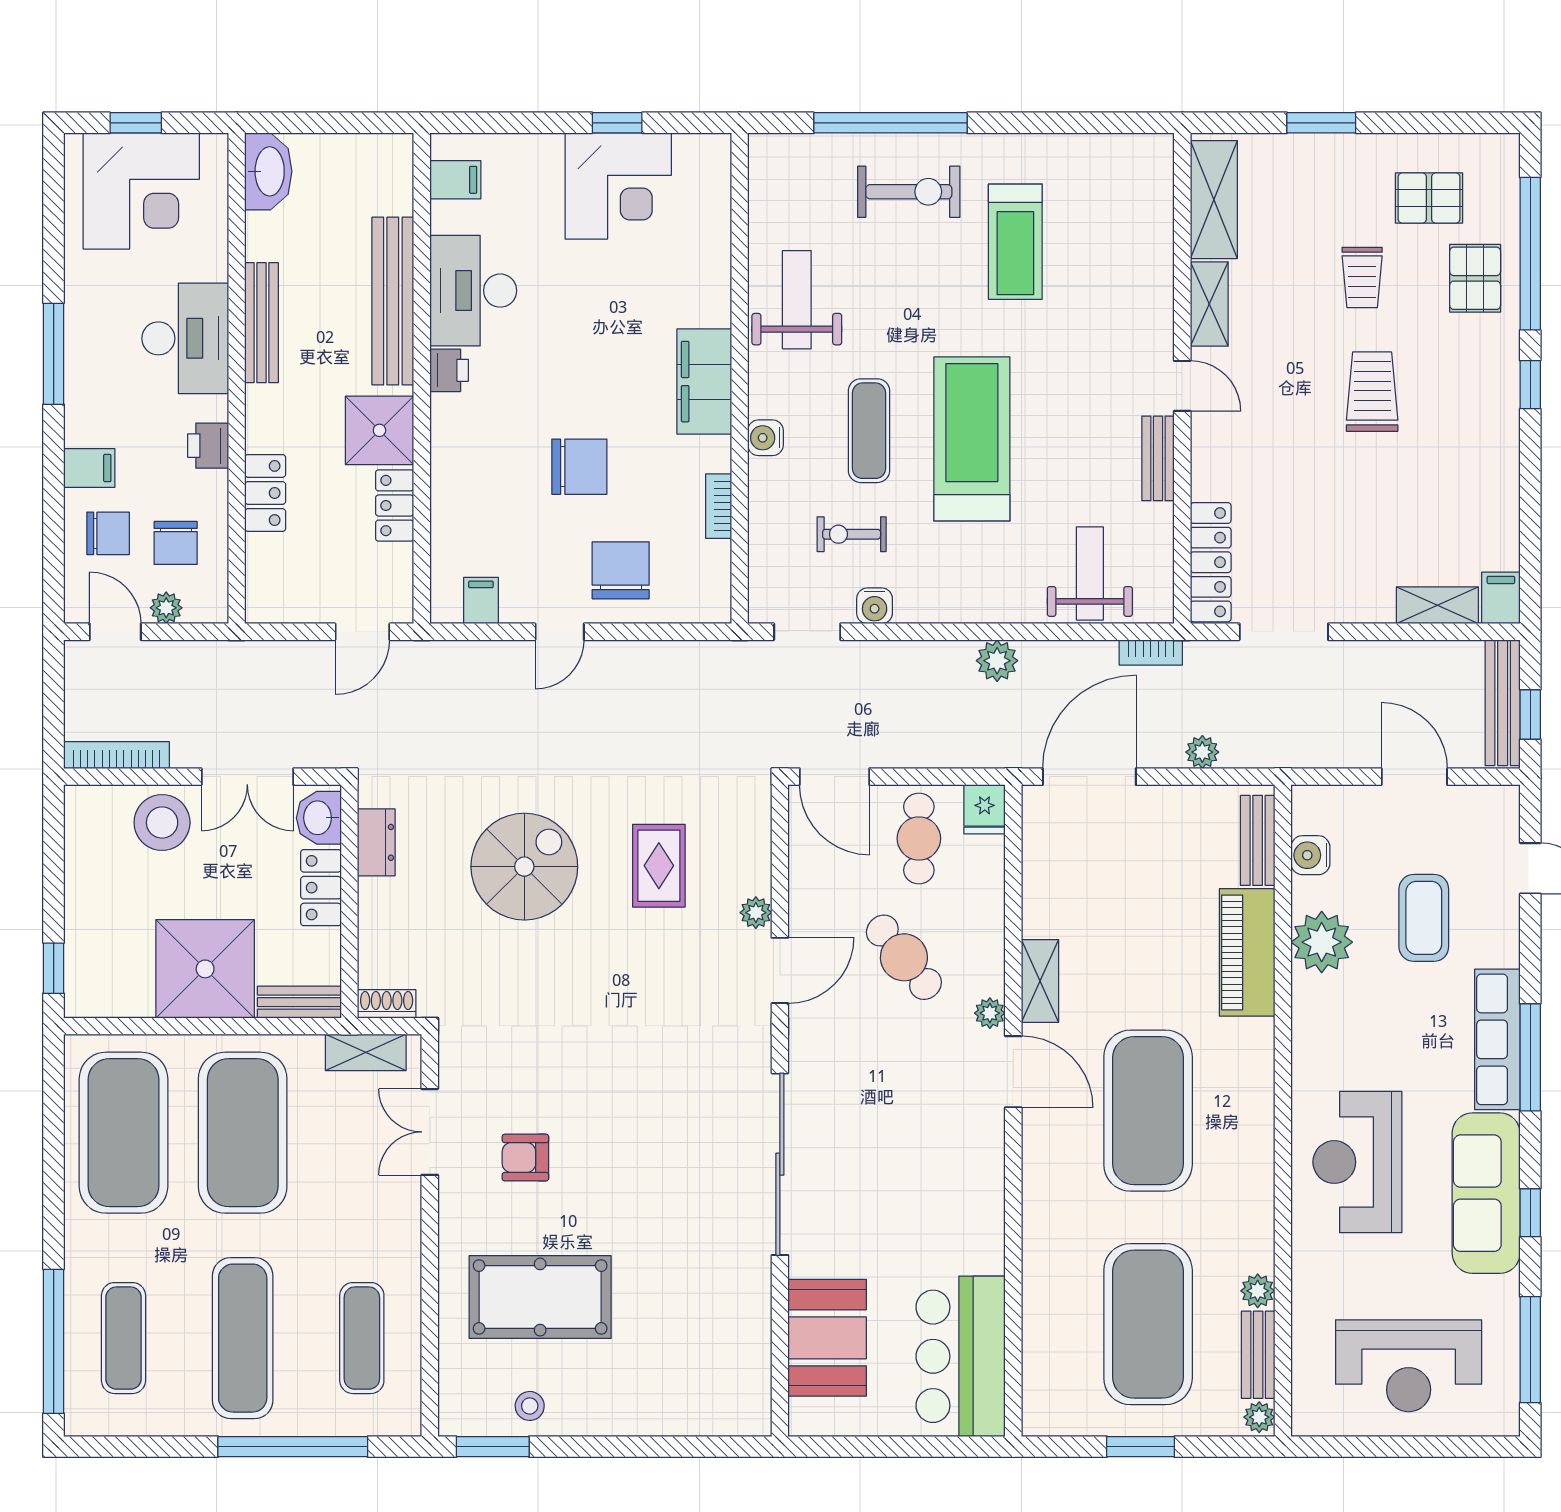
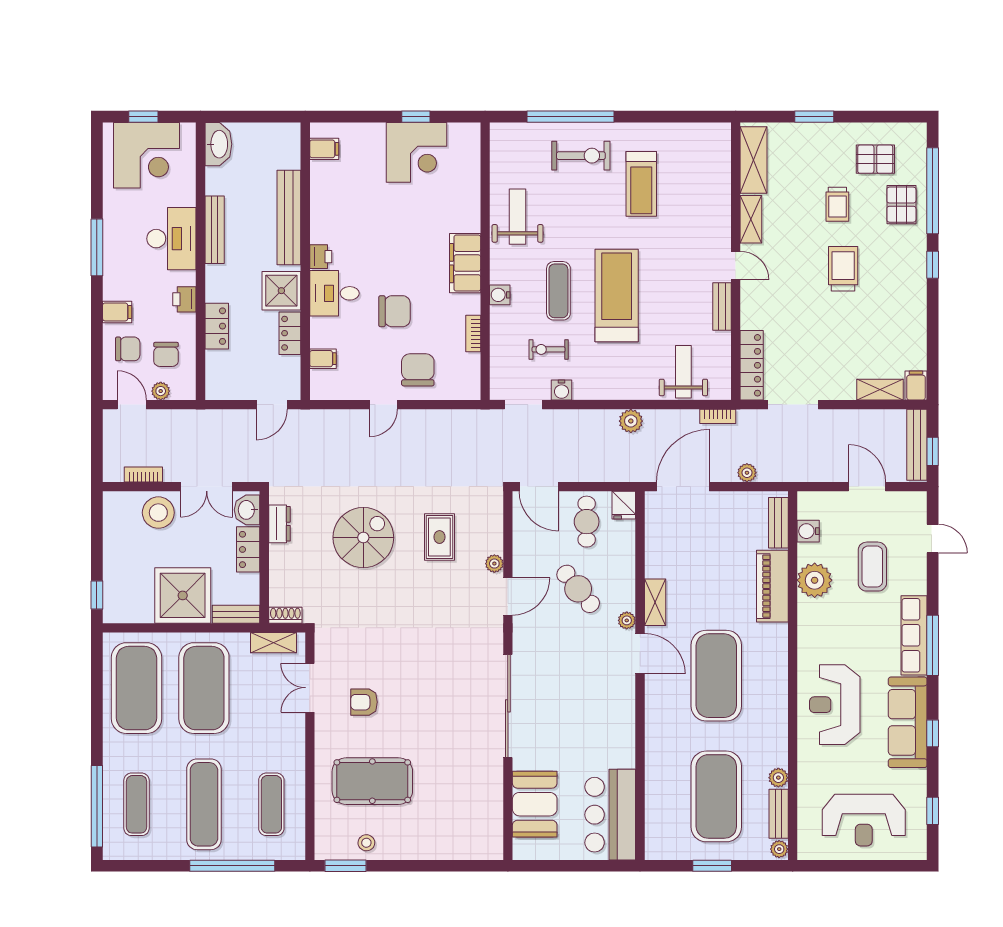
desk: (473, 291) -> (334, 293), moved, width x0.73
filing cabinet: (481, 601) -> (323, 359), moved, turned 90
bookcase: (117, 755) -> (143, 474), width x0.64
window: (1530, 1350) -> (933, 811), width x0.46

